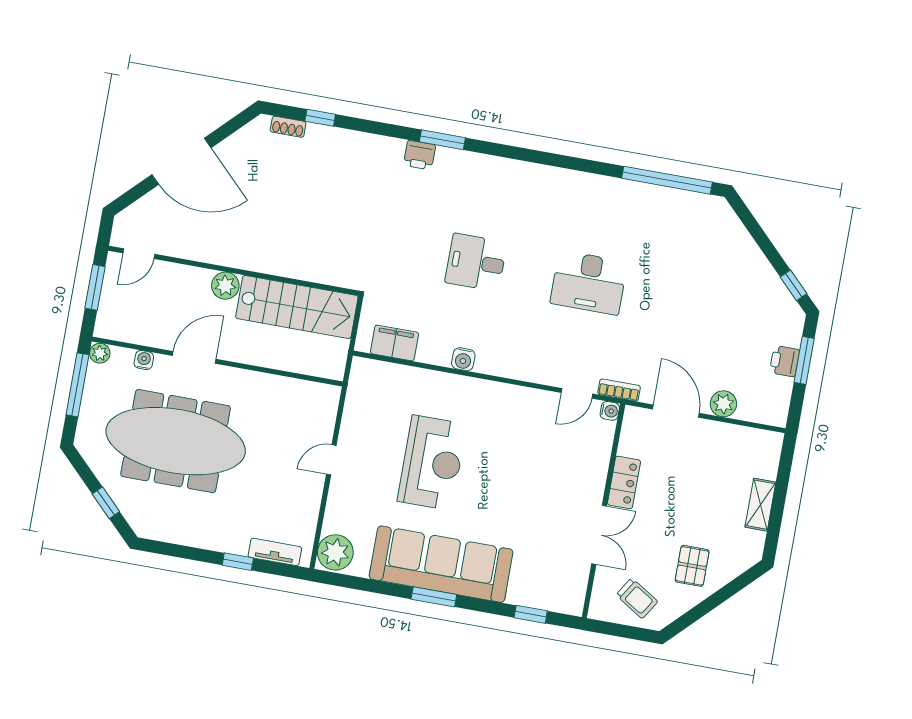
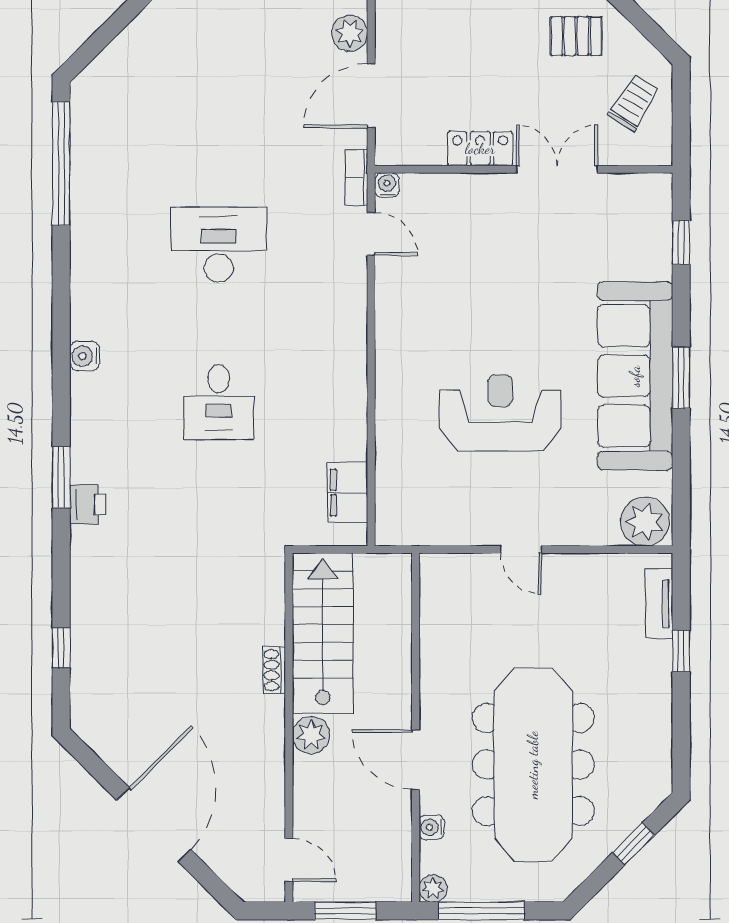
shoe rack: (288, 127) -> (274, 670), moved, turned 180
desk: (589, 283) -> (219, 245), turned -90
water cooler: (463, 359) -> (85, 356), moved, turned 180

